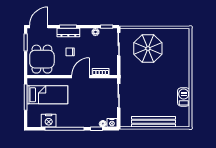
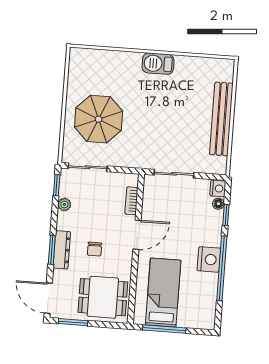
door: (81, 77) -> (137, 235), swing flipped
barbecue: (184, 97) -> (158, 64), moved
nightstand: (49, 121) -> (209, 259), moved

